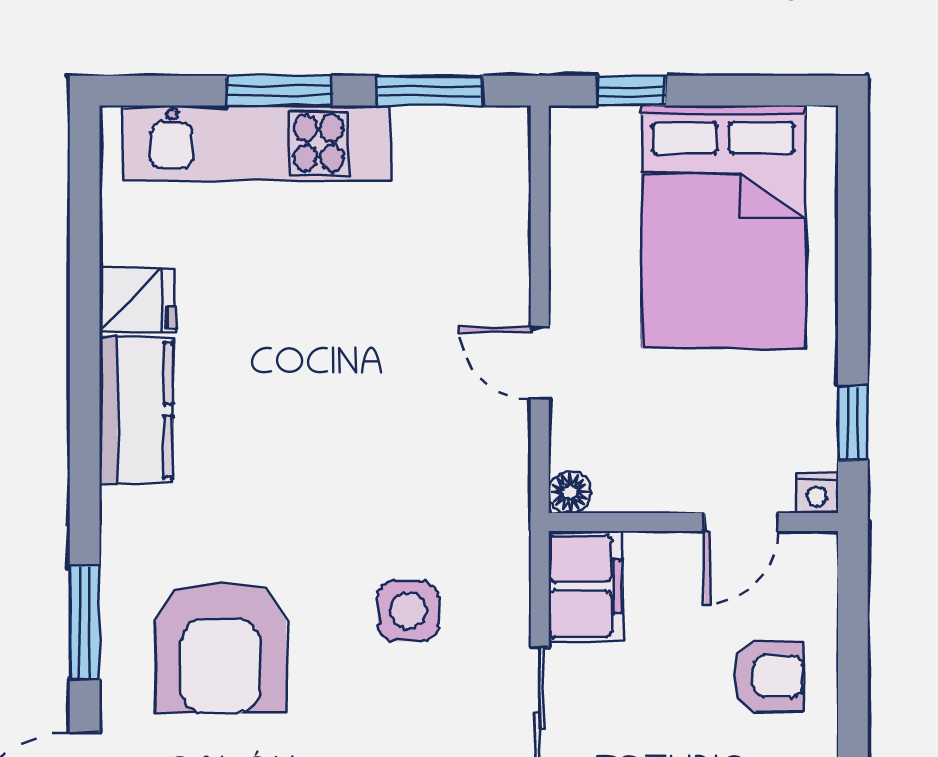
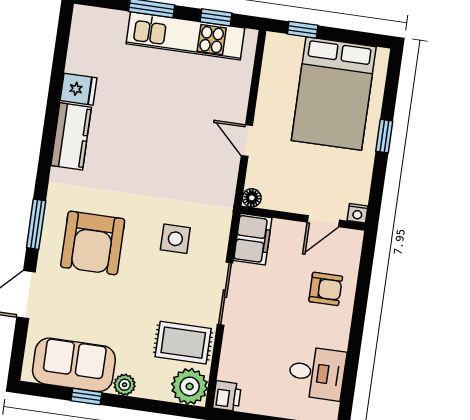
window: (429, 91) -> (216, 17), width x0.67
kitchen unit: (257, 143) -> (185, 36), moved
window: (853, 423) -> (384, 136), moved

